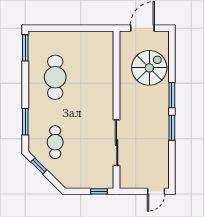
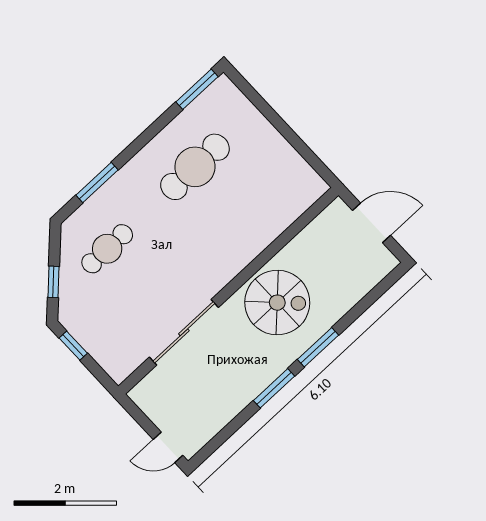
spiral stairs: (149, 68) -> (277, 303), moved
window: (39, 166) -> (53, 282), moved
window: (99, 191) -> (73, 346), moved

